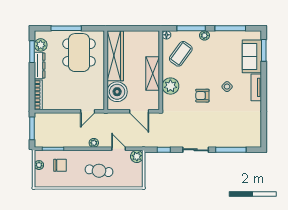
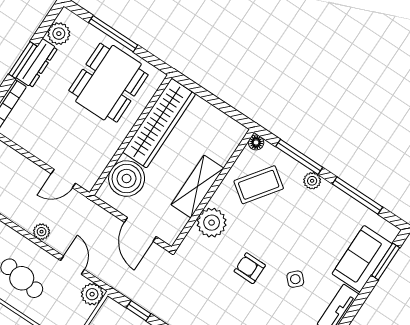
window: (32, 52) -> (23, 60), moved

